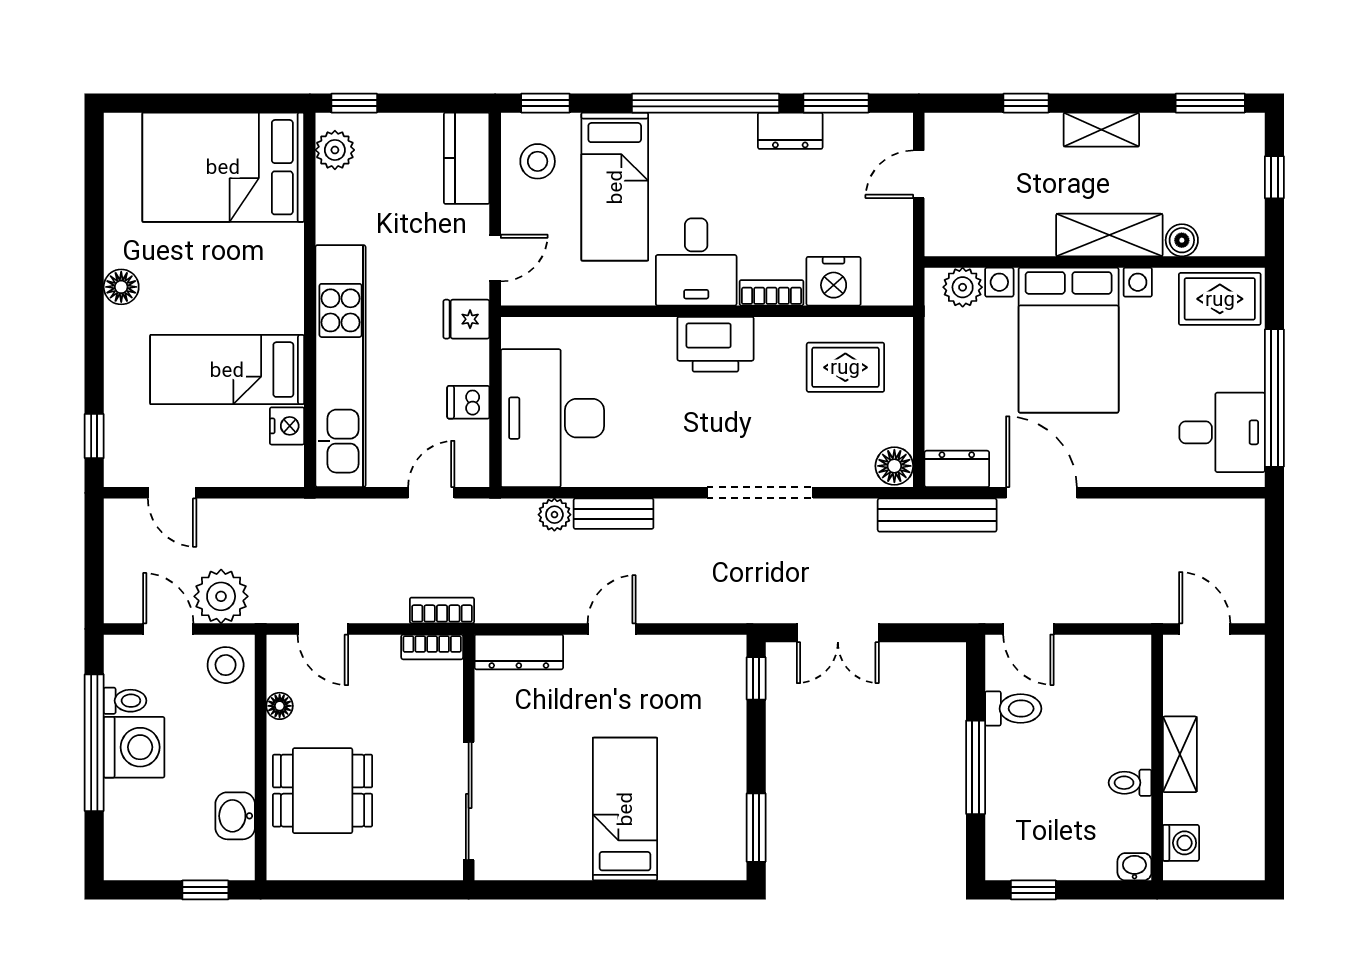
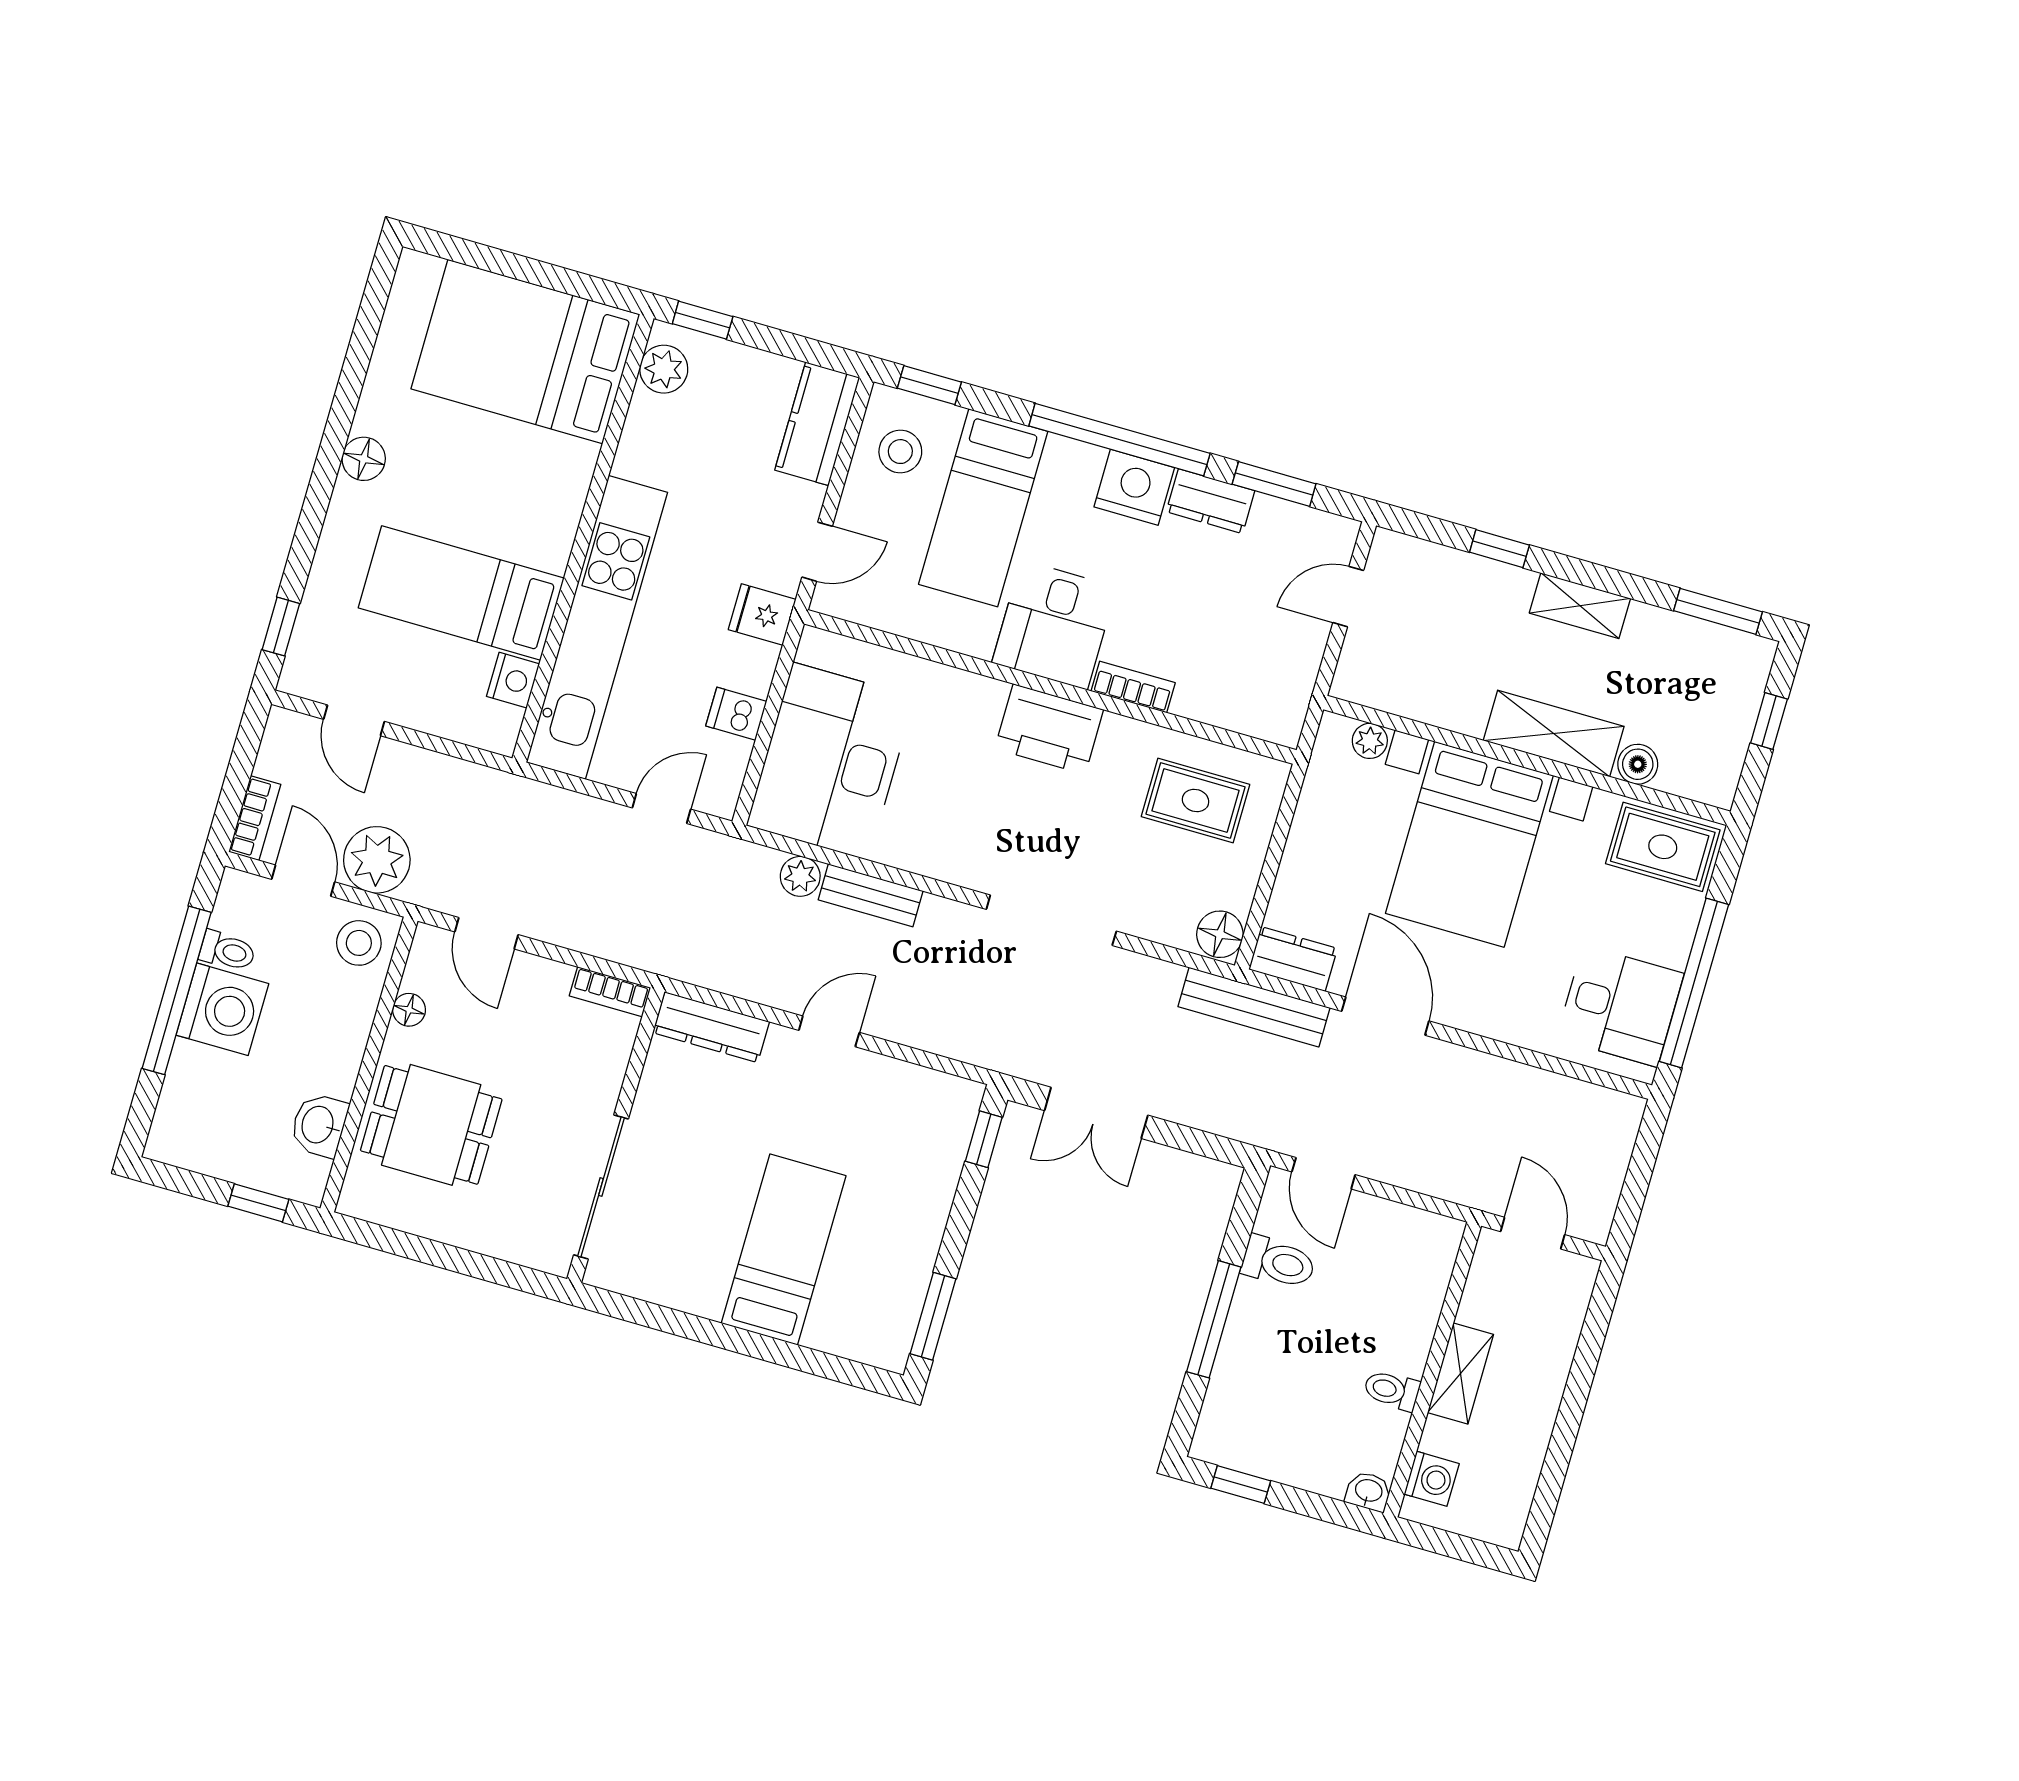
nightstand: (834, 281) -> (1134, 487), moved, turned 180
plant: (963, 287) -> (1370, 741), width x0.73, depth x0.73
bookcase: (442, 610) -> (255, 818), moved, turned 90

